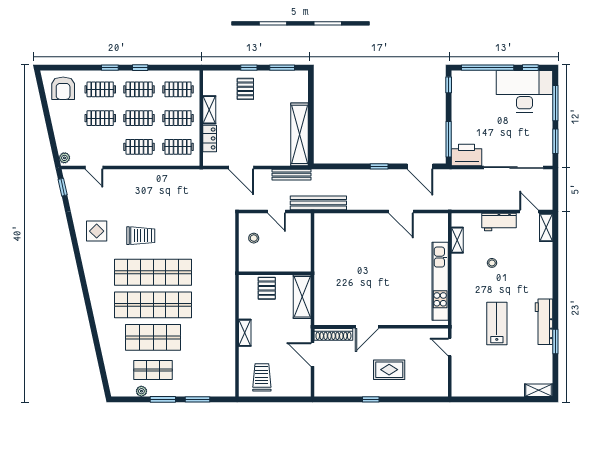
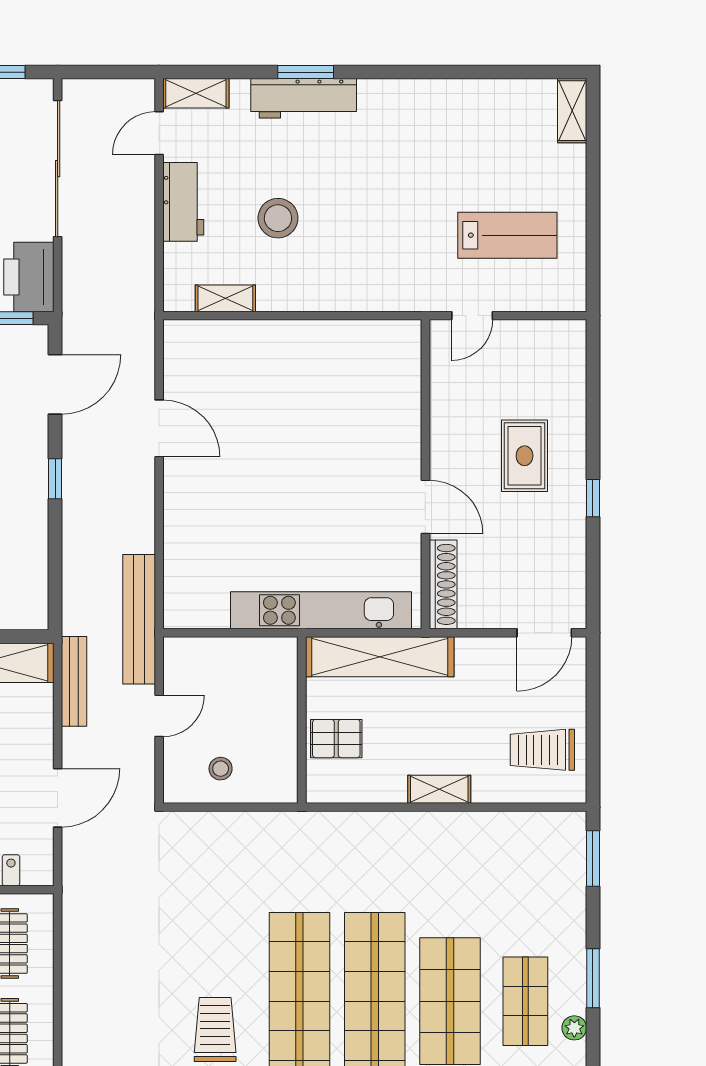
door: (401, 211) -> (159, 428), hinge flipped
stool: (492, 263) -> (278, 218), width x1.89, depth x1.89
kitchen unit: (440, 281) -> (321, 610), moved, turned 180
shelving: (302, 297) -> (380, 657), width x1.47
workbench: (544, 322) -> (304, 98), moved
lab bench: (497, 324) -> (507, 235), moved, turned 180
window: (555, 341) -> (306, 72), moved
door: (313, 354) -> (544, 633), moved
window: (197, 399) -> (593, 858), moved

